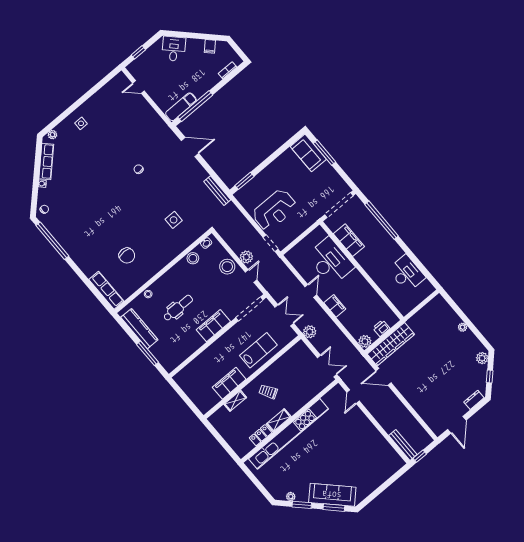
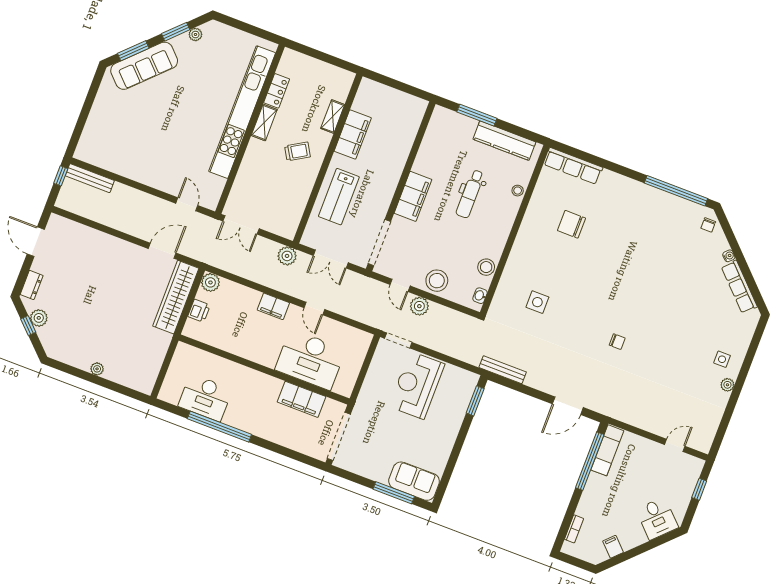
plant: (52, 135) -> (727, 385), moved
window: (382, 220) -> (219, 427), moved
plant: (482, 358) -> (39, 318), moved

